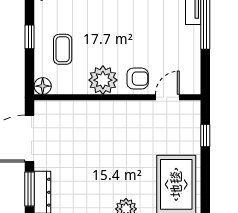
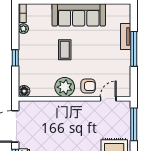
coffee table: (63, 49) -> (65, 50), moved
window: (205, 135) -> (134, 124), width x2.17

